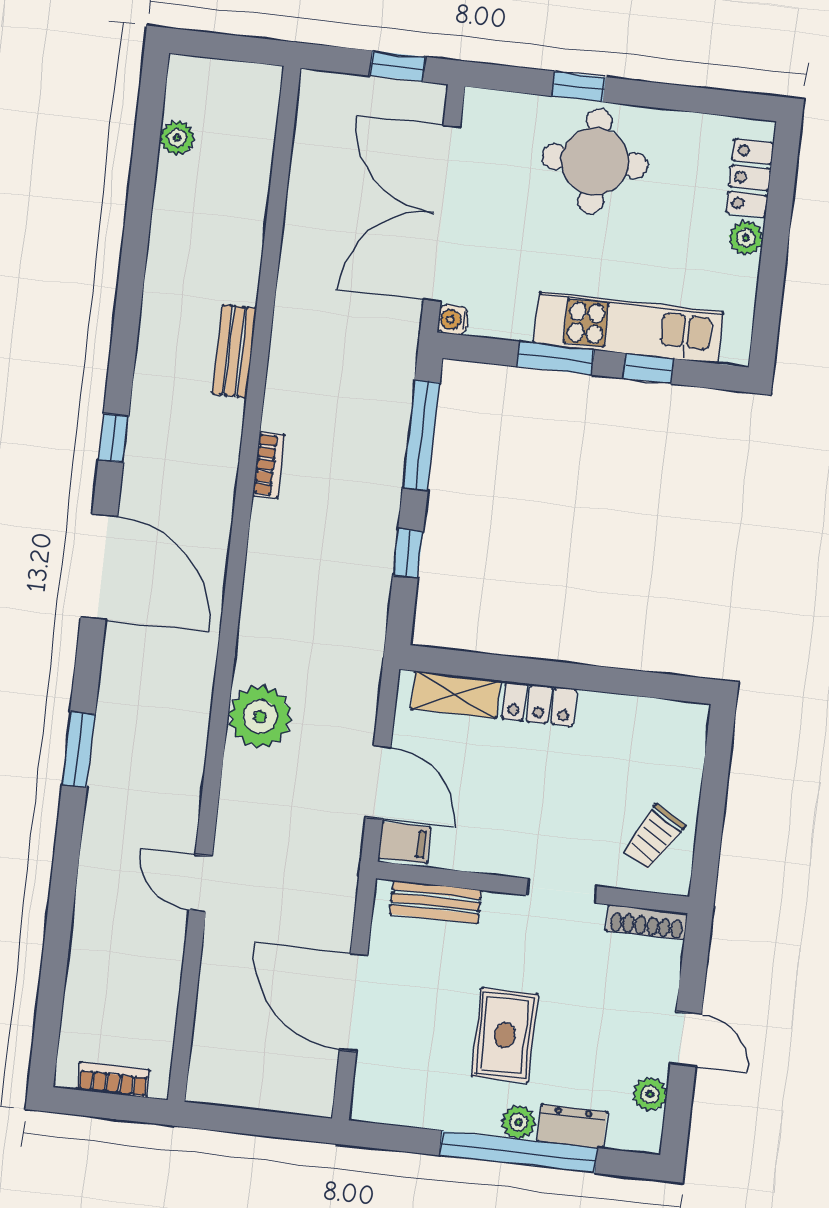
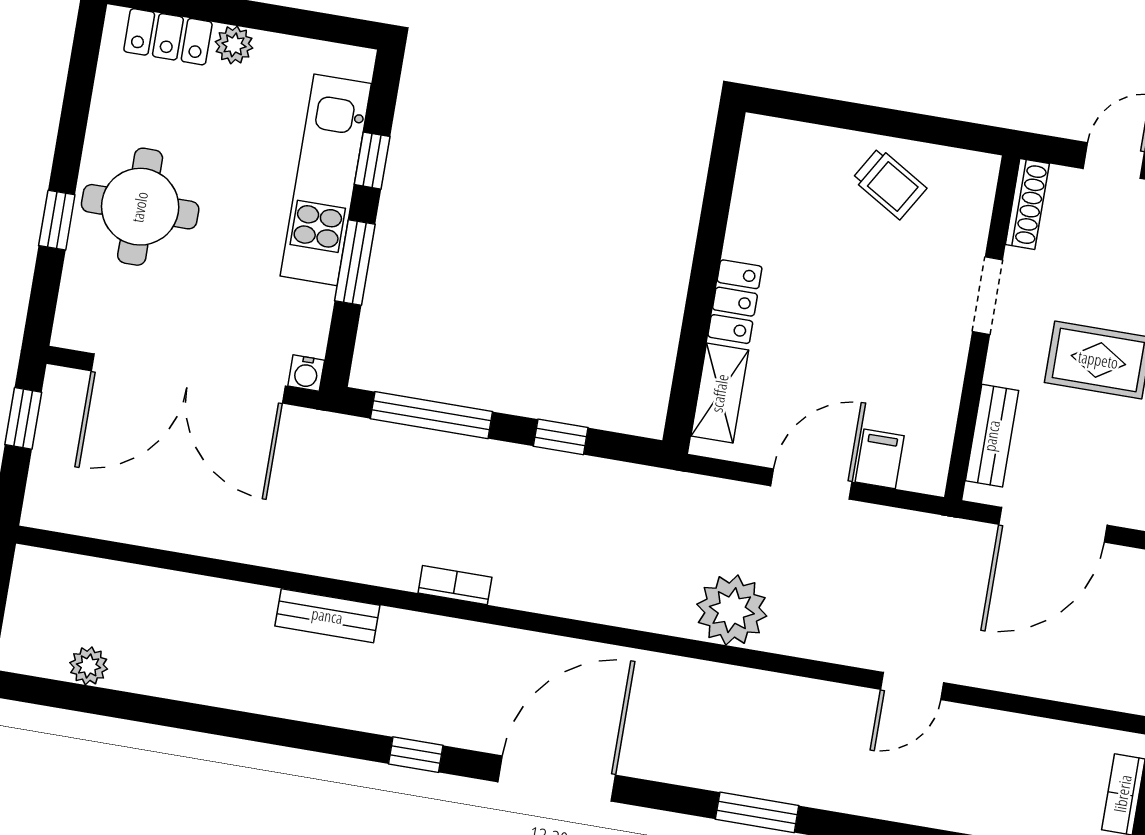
wall: (533, 887) -> (982, 328), moved
doorway: (562, 891) -> (988, 296), moved
bench: (436, 902) -> (992, 436), moved
shoe rack: (647, 922) -> (1027, 204), moved

